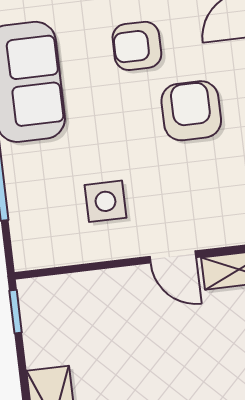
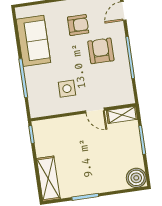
armchair: (137, 46) -> (78, 25), turned 180

